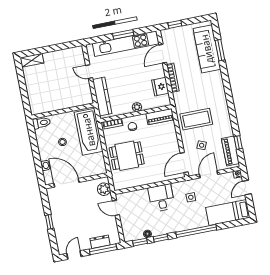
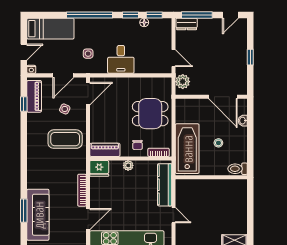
fridge: (160, 87) -> (99, 168), moved, turned 90
dresser: (100, 242) -> (187, 24), moved

